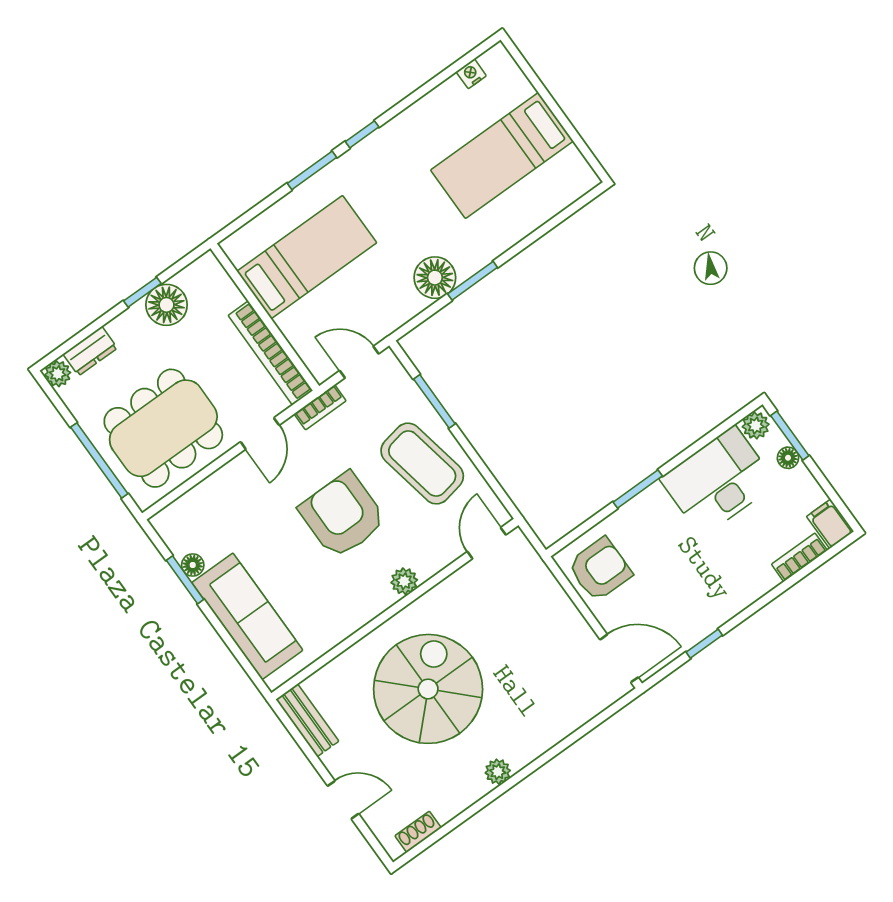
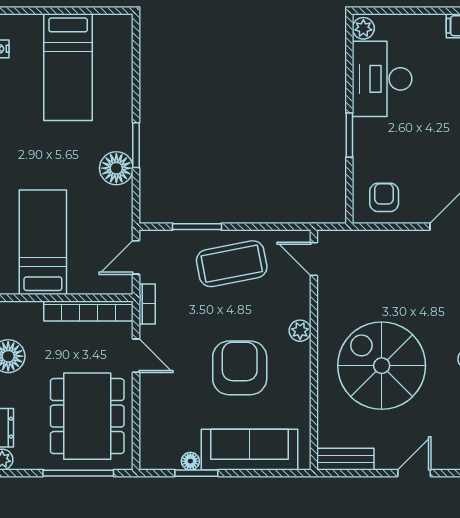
window: (790, 436) -> (386, 11), removed
floor lamp: (788, 458) -> (400, 22), removed
armchair: (343, 515) -> (240, 368), moved, turned 90
armchair: (600, 569) -> (384, 197), width x0.72, depth x0.72

